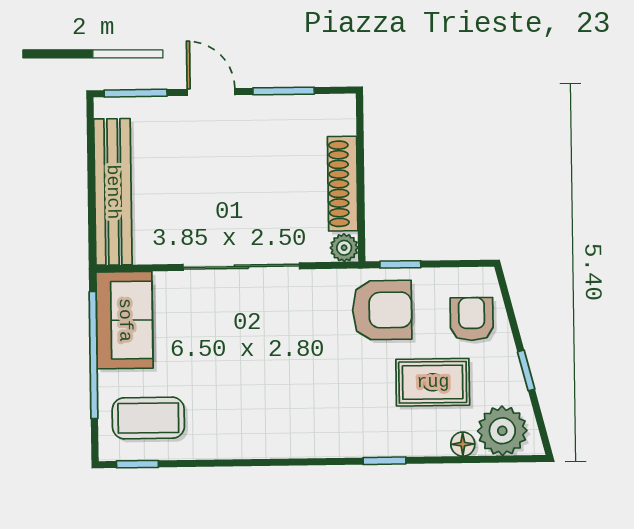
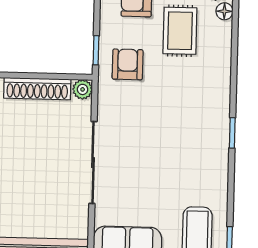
armchair: (382, 310) -> (128, 64), width x0.72, depth x0.72
window: (384, 461) -> (232, 133), moved

